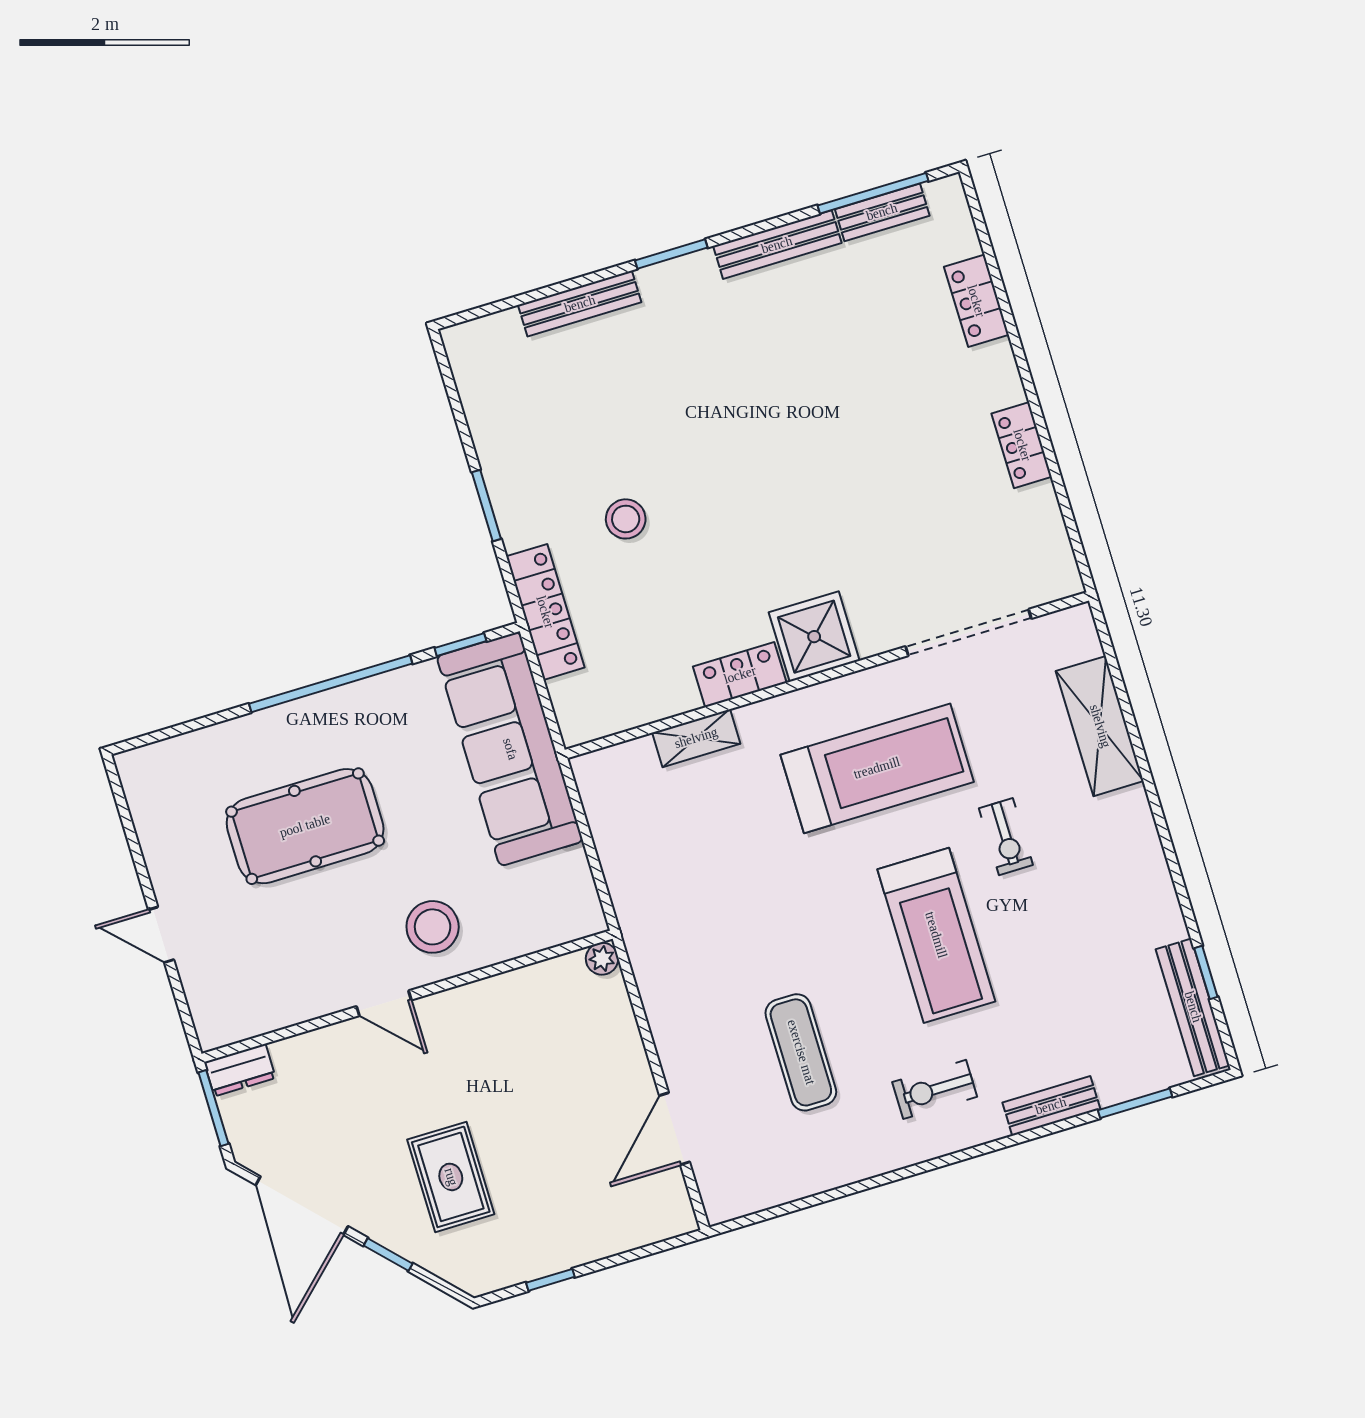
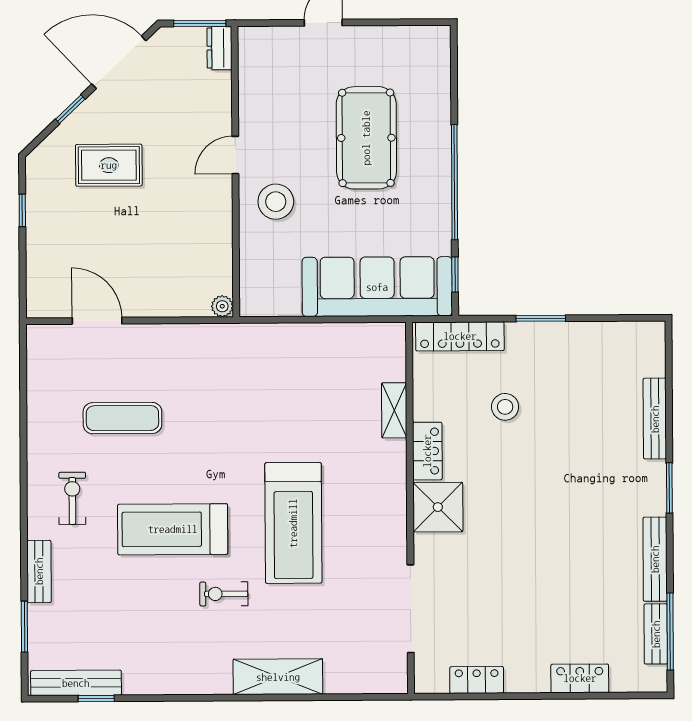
doorway: (968, 632) -> (411, 609), moved
shower: (814, 637) -> (438, 507), moved
locker: (740, 675) -> (427, 451), moved
wall: (827, 675) -> (410, 508), moved
shelving: (696, 738) -> (394, 410), moved

